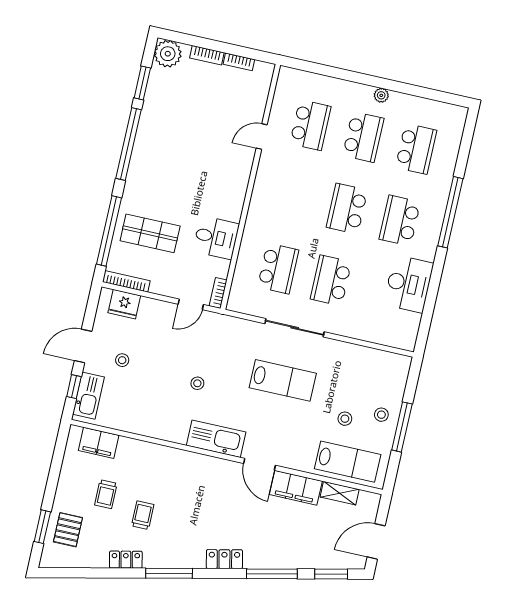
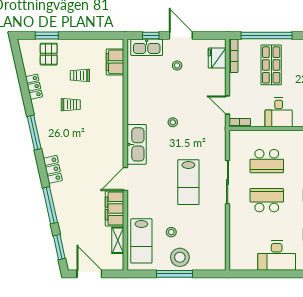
stool: (381, 415) -> (180, 257), width x1.89, depth x1.89
pallet: (68, 530) -> (49, 54), turned 90
locker: (126, 560) -> (34, 87), moved

